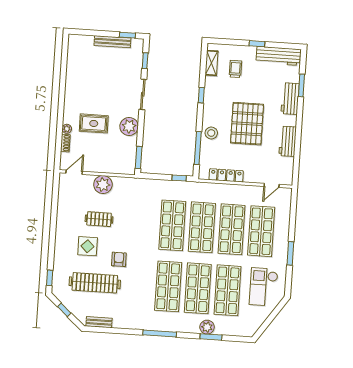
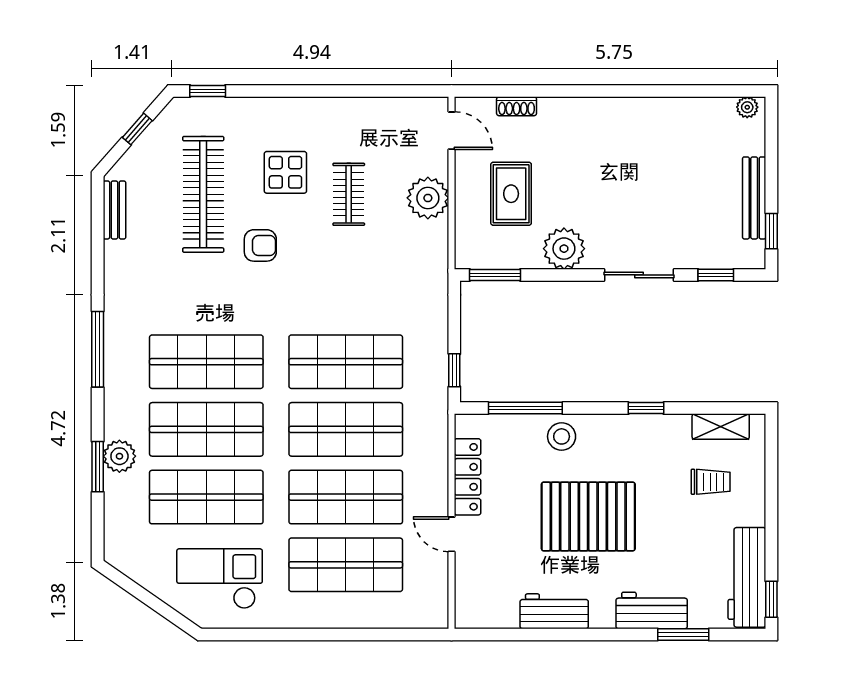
window: (257, 44) -> (771, 599), moved
rug: (94, 123) -> (511, 194), moved
plant: (67, 129) -> (747, 107), moved
door: (272, 185) -> (451, 534), moved
window: (290, 253) -> (300, 635), removed

